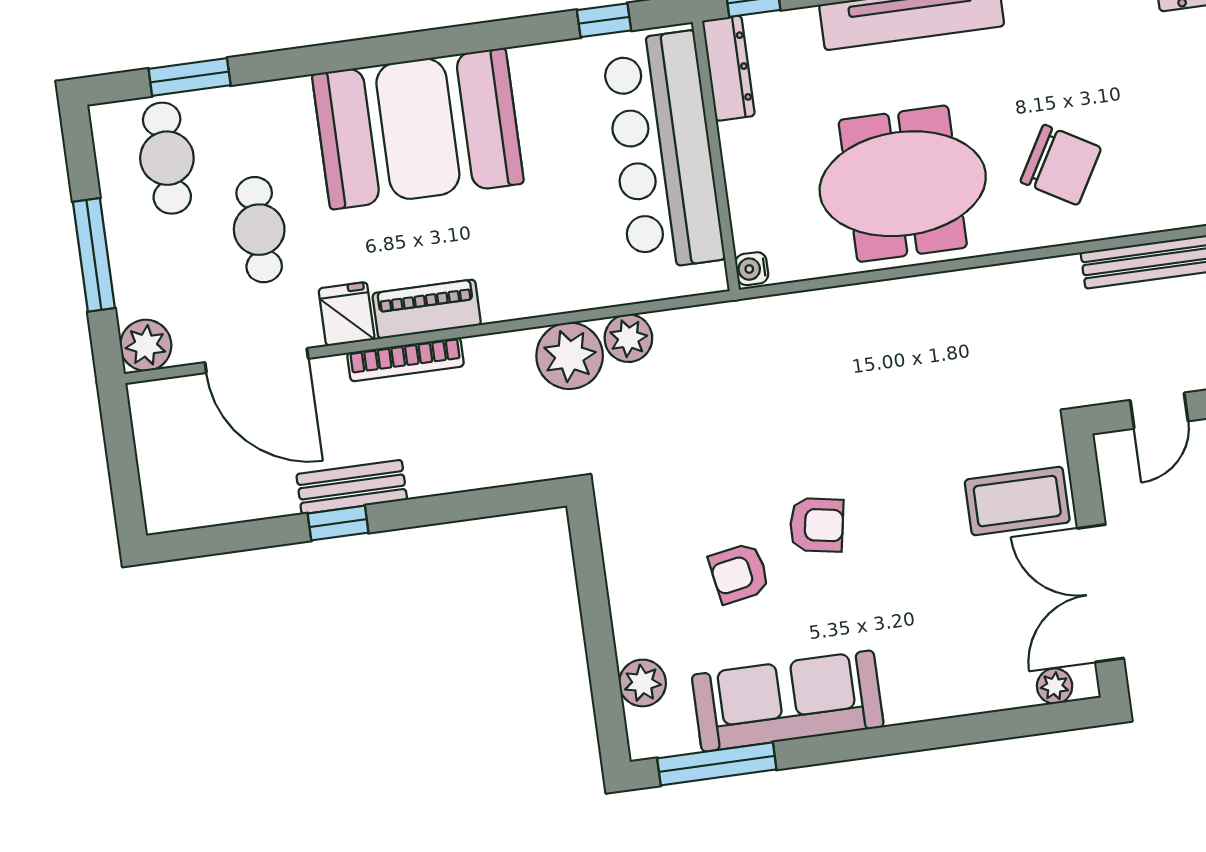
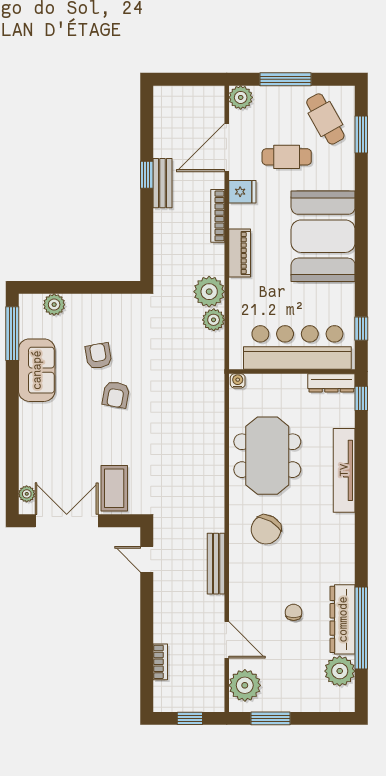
cafe table: (167, 158) -> (325, 119), turned 61
piano: (427, 309) -> (240, 253), moved
sofa: (788, 701) -> (37, 370), width x0.73

